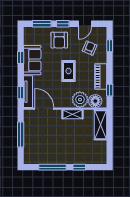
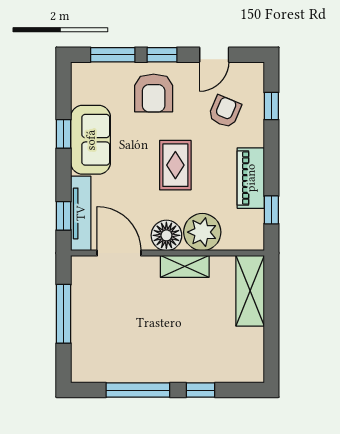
floor lamp: (95, 101) -> (166, 235), moved

